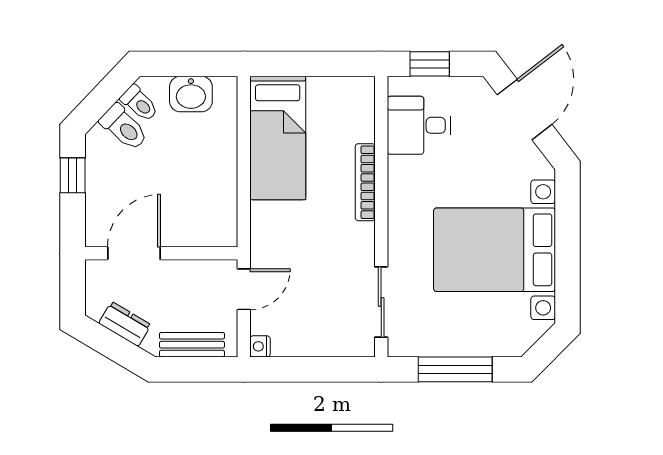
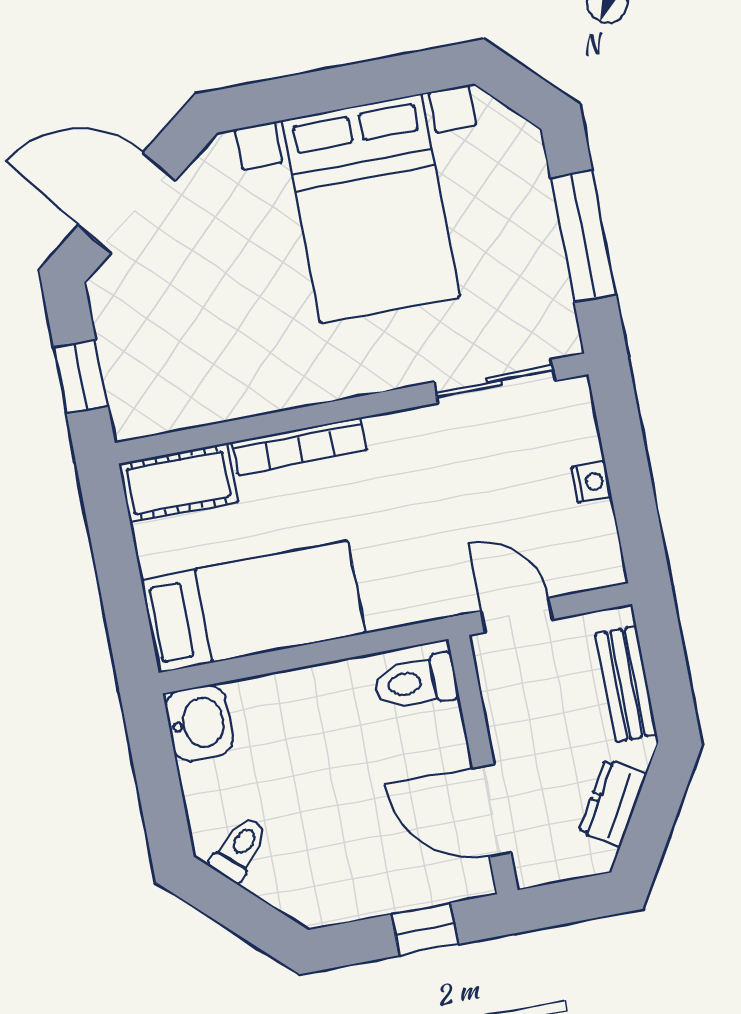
washbasin: (191, 94) -> (199, 723), moved
cot: (357, 109) -> (179, 483), added
desk: (419, 125) -> (187, 375), removed
toilet: (124, 127) -> (416, 682), moved, turned -133
window: (73, 175) -> (425, 929), moved
nightstand: (260, 346) -> (591, 482), moved, turned -90

